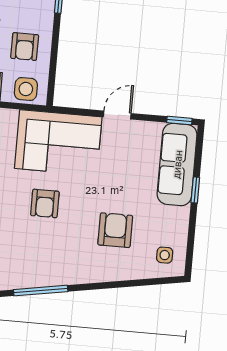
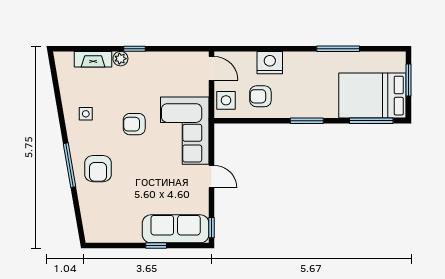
armchair: (115, 230) -> (98, 169), moved, turned 90
side table: (165, 255) -> (86, 114), moved
window: (41, 291) -> (70, 165), moved

